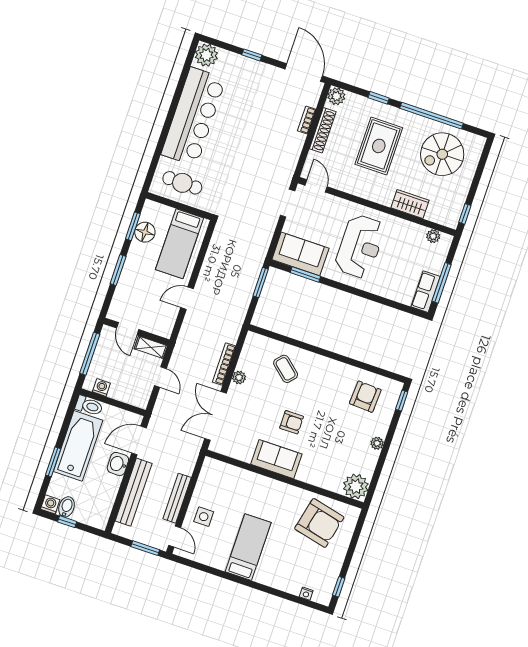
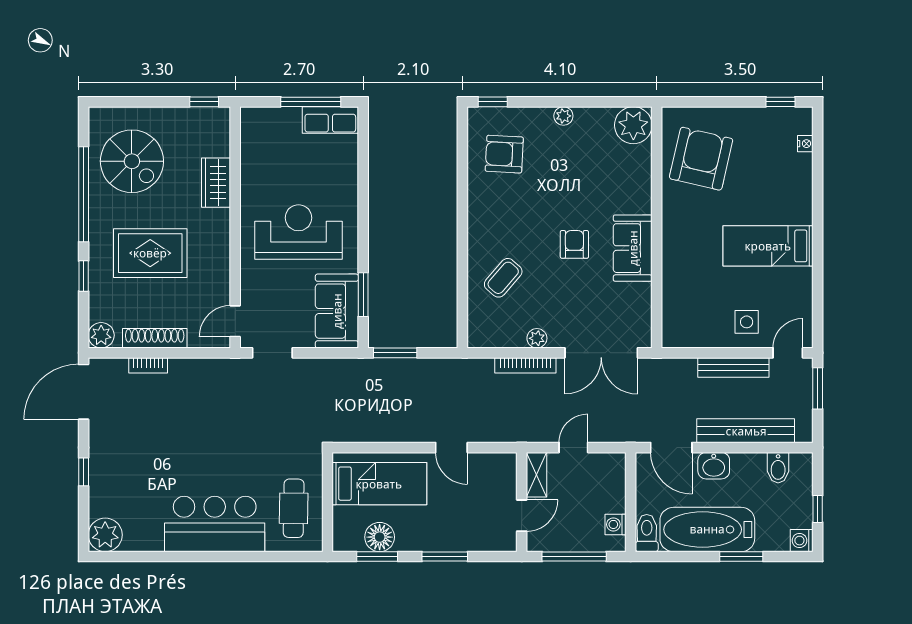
bar counter: (193, 117) -> (215, 524), width x0.73
plant: (433, 236) -> (250, 135), removed
bidet: (67, 507) -> (778, 468), moved, turned -90

